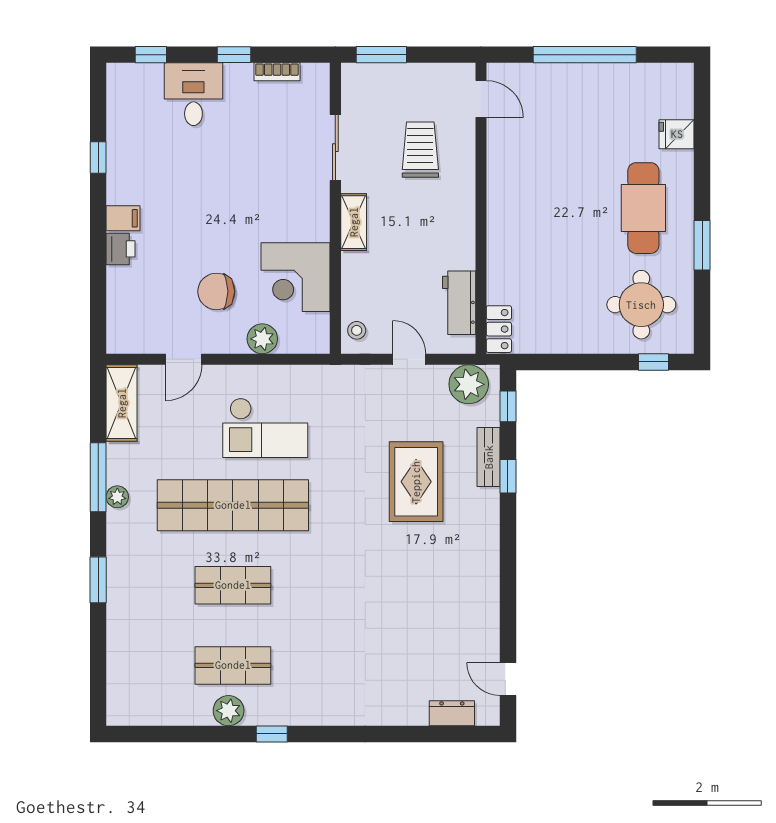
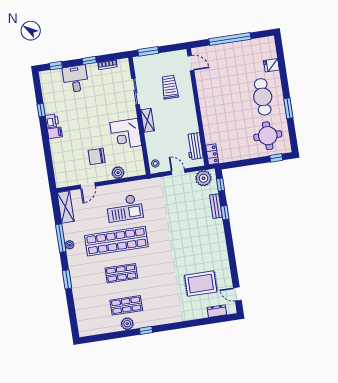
printer: (121, 249) -> (52, 121), moved
corner desk: (296, 277) -> (126, 134), moved
rug: (416, 482) -> (201, 284), moved, turned 90

